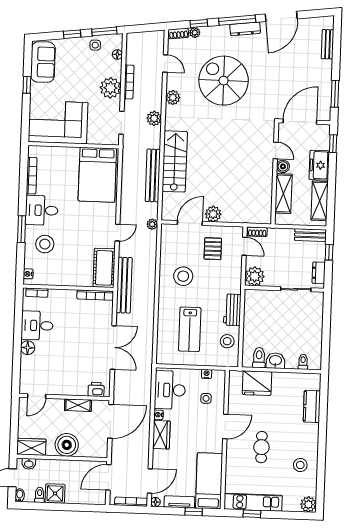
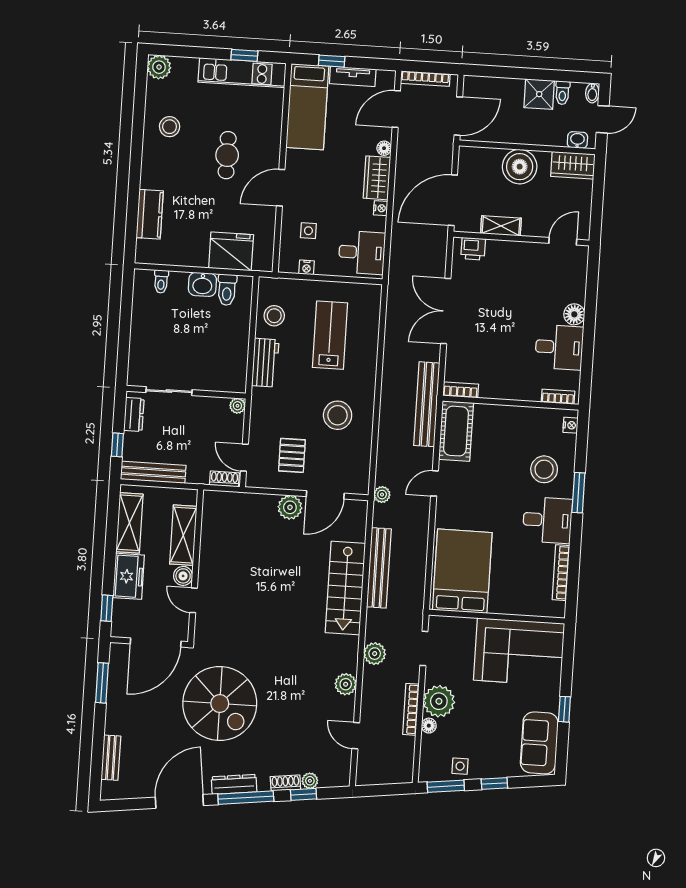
shoe rack: (179, 33) -> (285, 783), moved
floor lamp: (117, 54) -> (429, 726), moved
spiral stairs: (224, 81) -> (220, 703), moved
bench: (310, 235) -> (153, 472), width x1.36
plant: (255, 276) -> (237, 406), width x0.53, depth x0.53
bookcase: (95, 295) -> (461, 390), width x0.64
desk: (170, 390) -> (362, 252), width x0.73
floor lamp: (155, 502) -> (384, 148), moved

